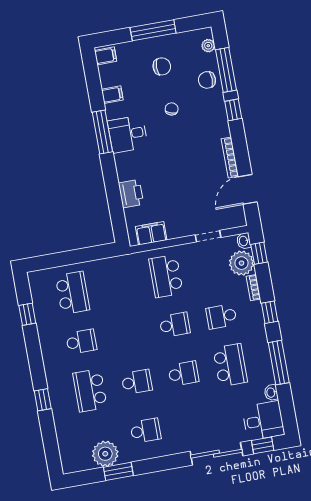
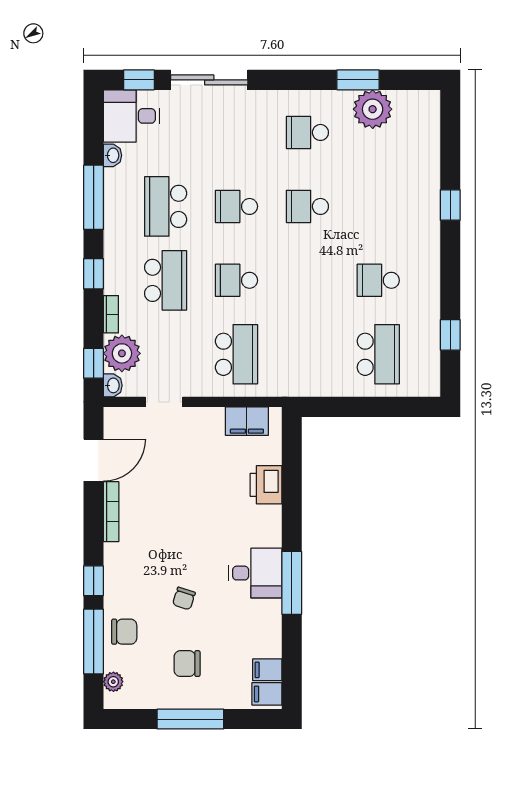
filing cabinet: (112, 95) -> (267, 670), moved
school desk: (72, 293) -> (378, 354), turned 180
school desk: (221, 316) -> (166, 280), width x1.85
school desk: (90, 390) -> (378, 206), removed

